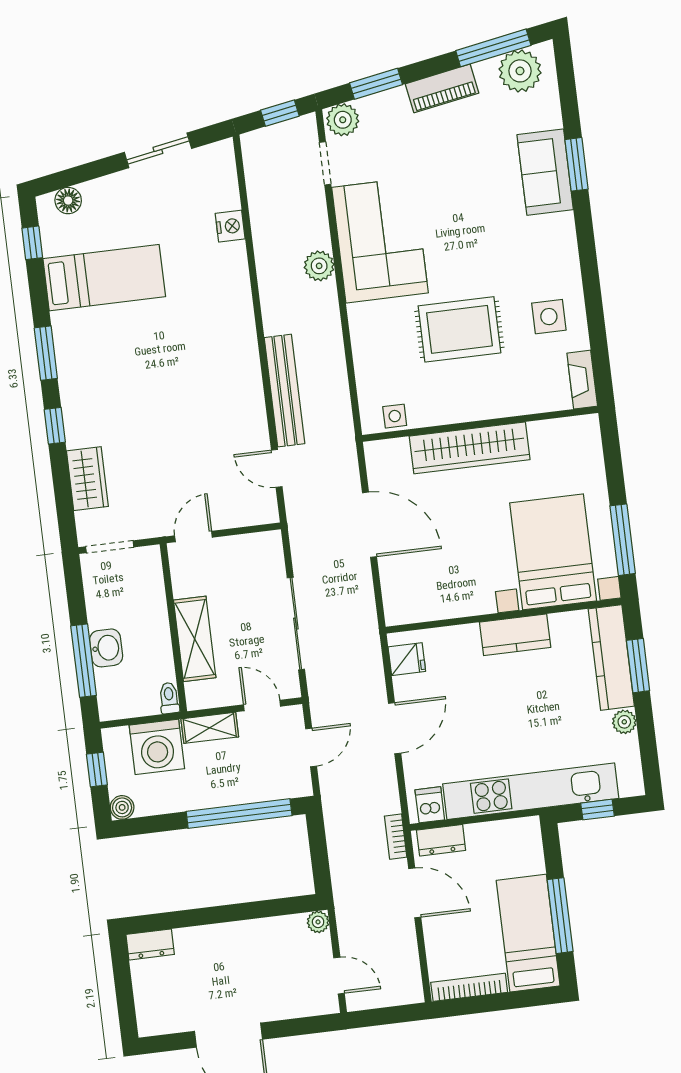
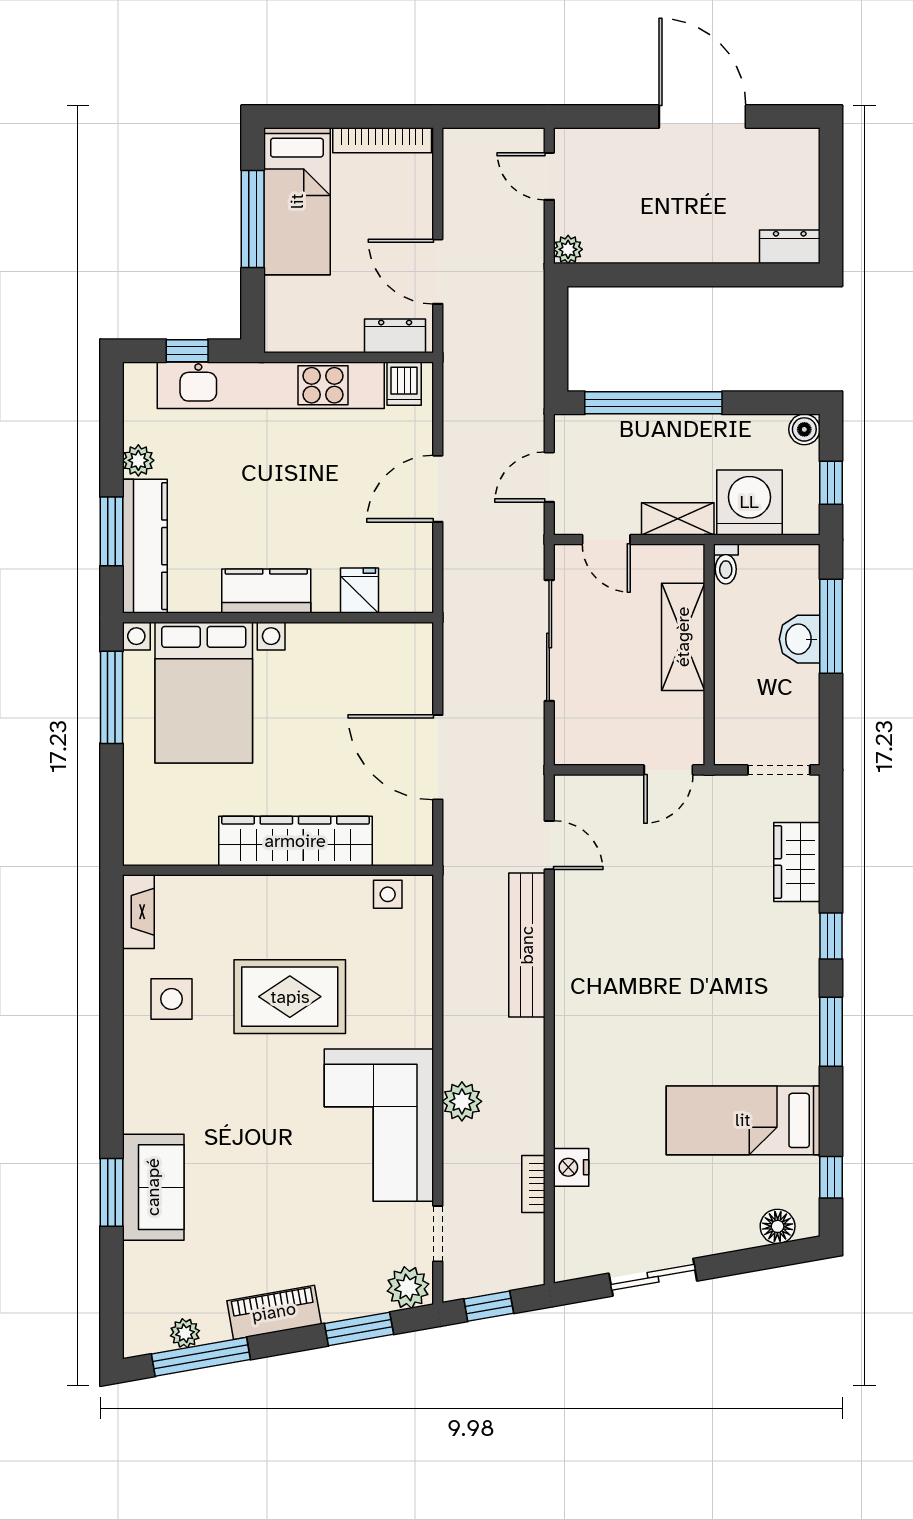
plant: (520, 71) -> (185, 1333), width x0.53, depth x0.53
fridge: (407, 659) -> (360, 591), moved, turned 90
bookcase: (396, 837) -> (533, 1184), moved, turned 180

